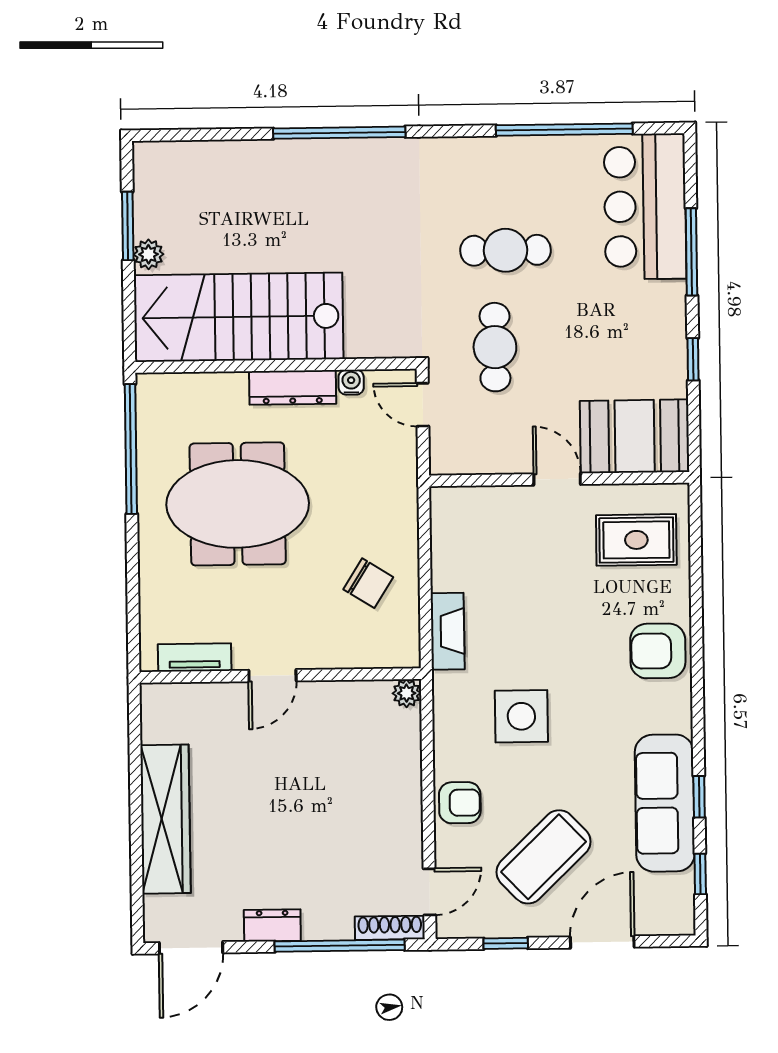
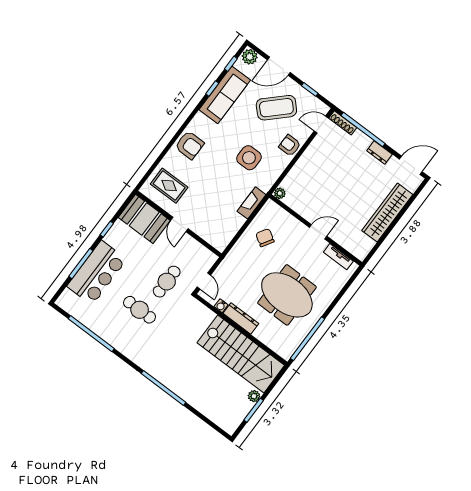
bar counter: (645, 206) -> (97, 273), moved
plant: (674, 916) -> (250, 57), added

